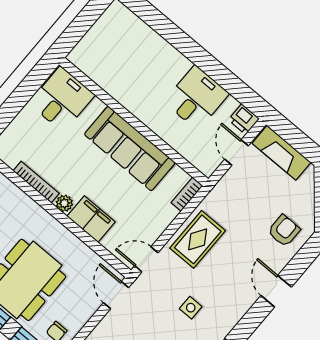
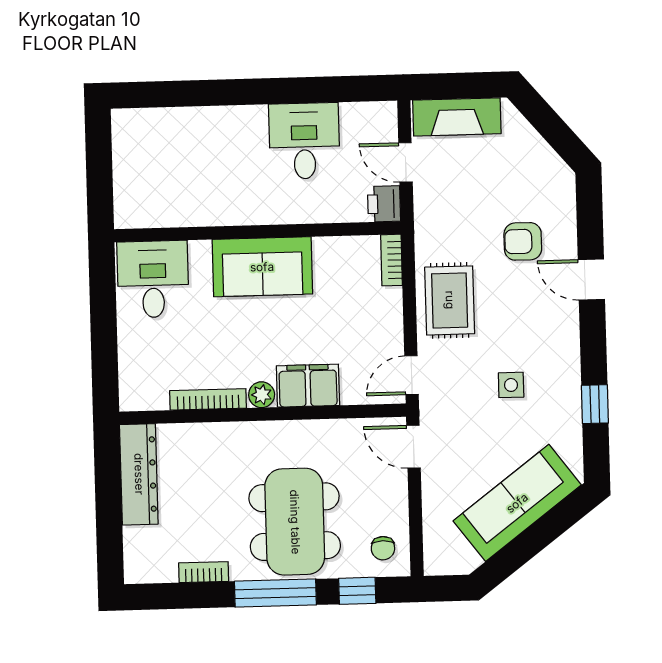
printer: (244, 119) -> (384, 204), moved, turned 90
sofa: (130, 149) -> (262, 267), width x0.73
armchair: (284, 231) -> (523, 241), moved, turned -90

